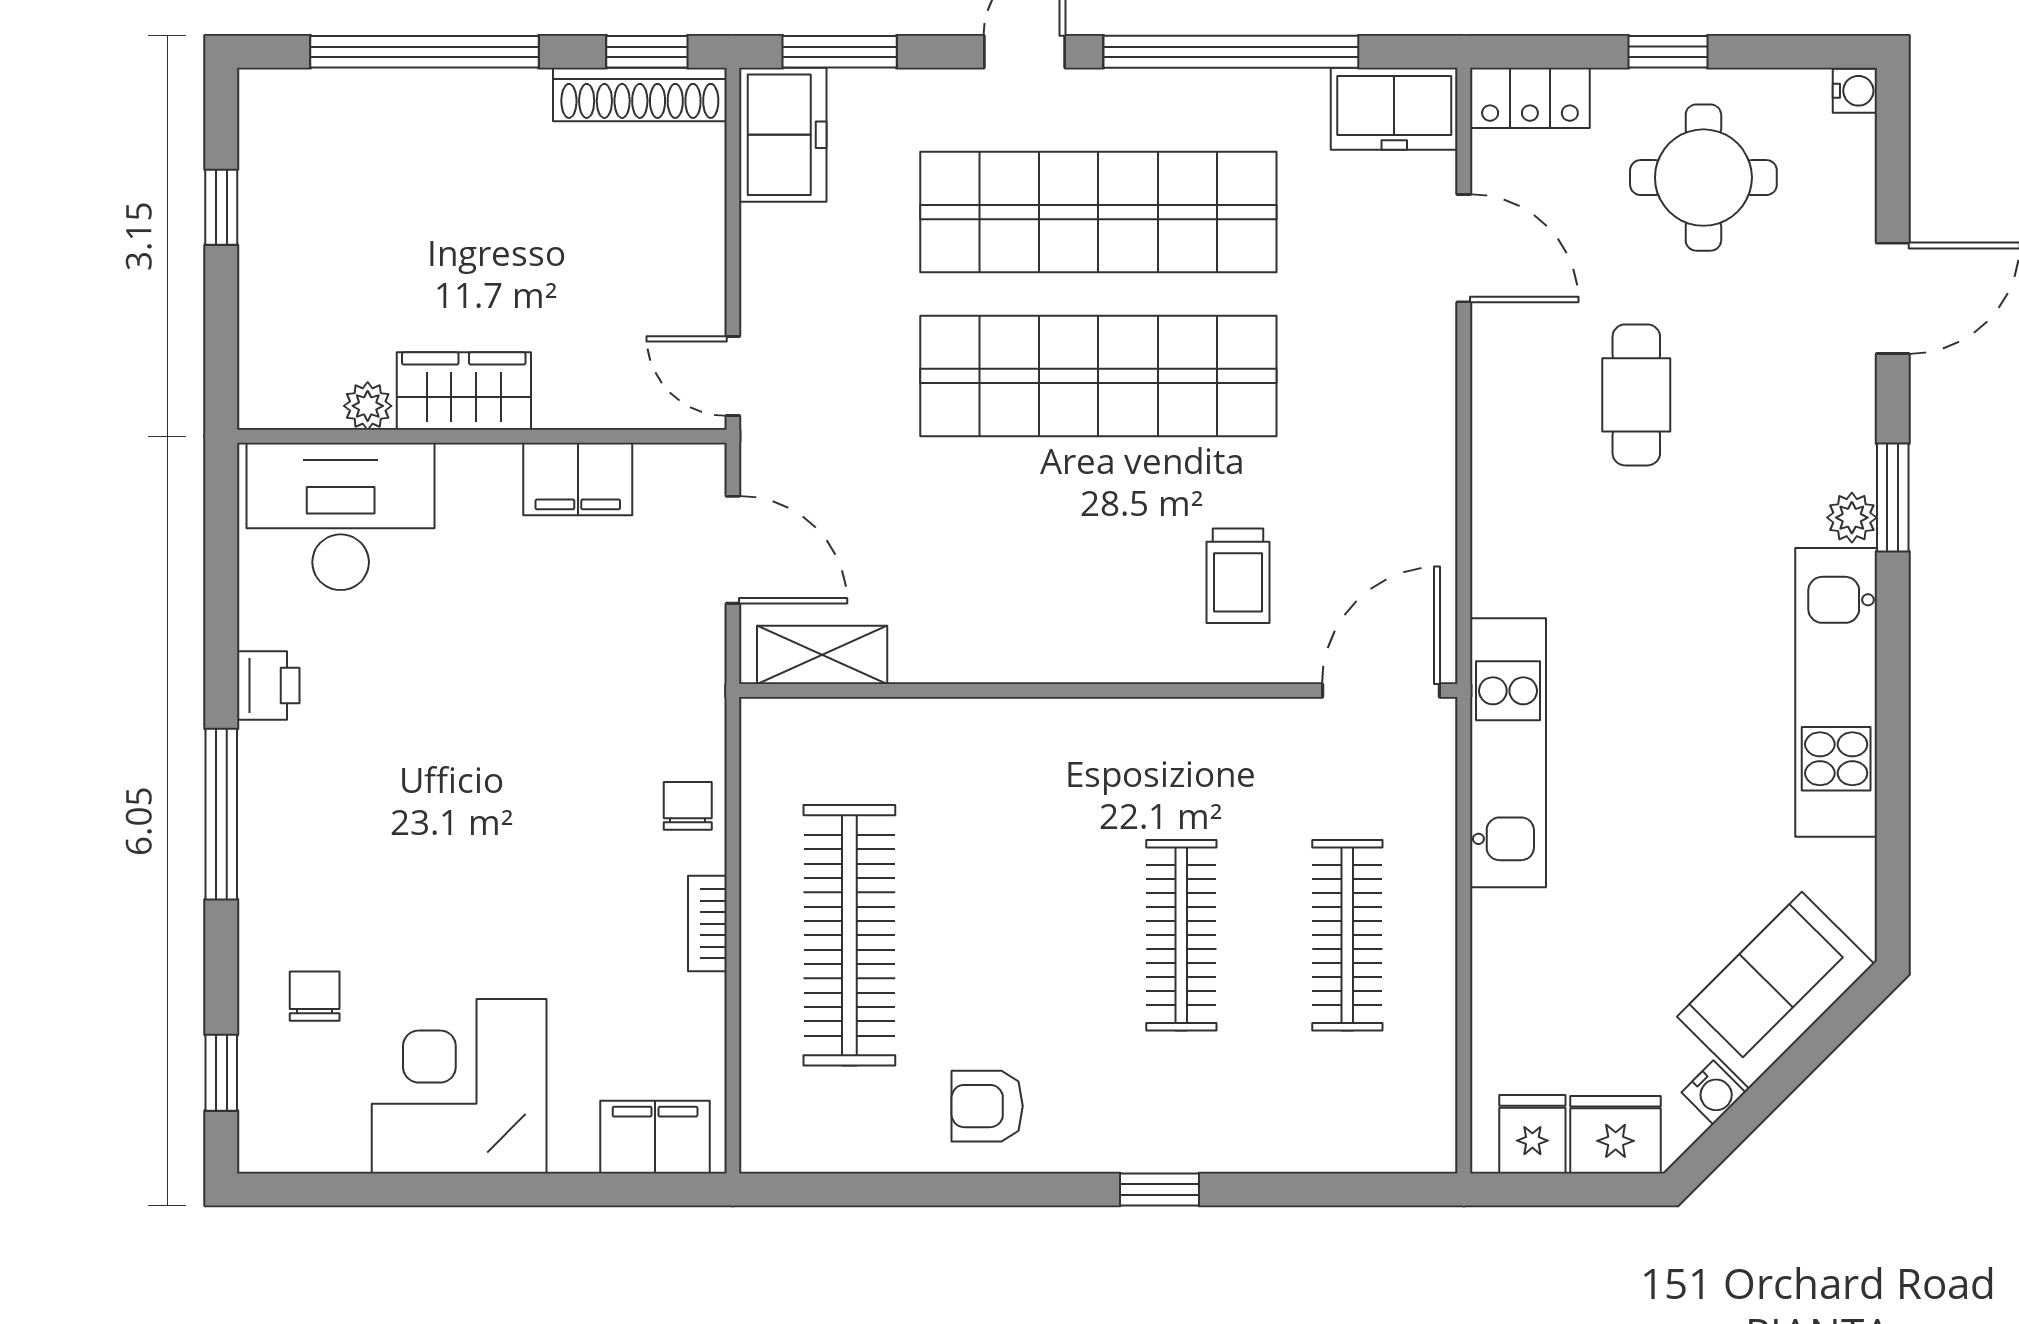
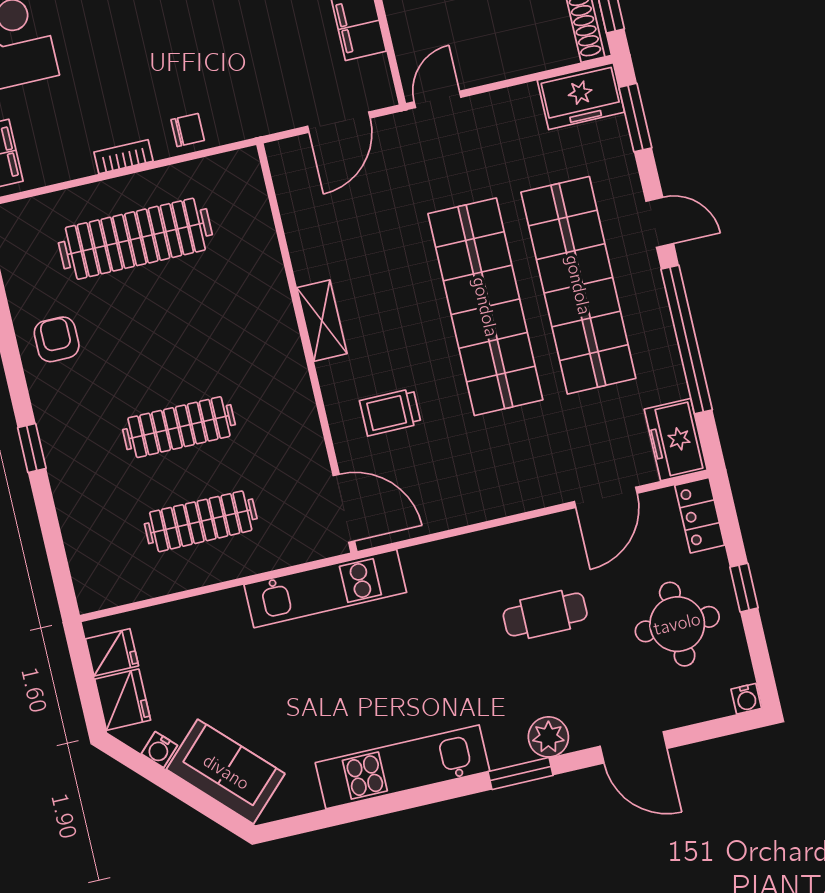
plant: (1852, 518) -> (548, 737), moved, width x1.38, depth x1.38
shelving: (822, 655) -> (322, 321), moved

